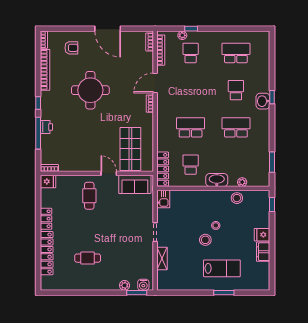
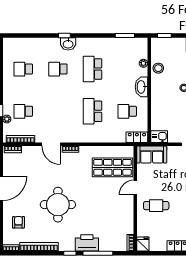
school desk: (236, 53) -> (23, 69), width x0.54
printer: (46, 127) -> (87, 243), width x1.87, depth x1.48
locker: (163, 169) -> (137, 137), width x0.66
sofa: (135, 184) -> (152, 155), moved, turned 90

